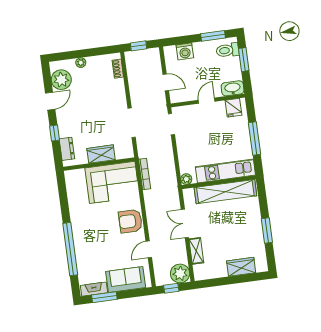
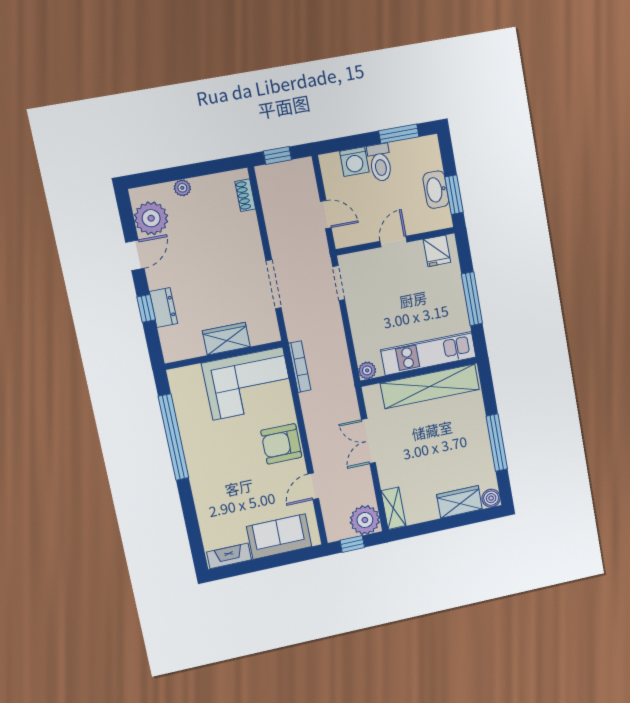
toilet: (227, 50) -> (380, 162), moved, turned -90
window: (244, 60) -> (454, 195), moved
washbasin: (233, 88) -> (436, 190), moved, turned -90
dresser: (67, 149) -> (163, 308), moved
window: (267, 230) -> (497, 443), width x1.44
window: (70, 249) -> (174, 437), moved
shelving: (196, 251) -> (393, 508), moved
boiler: (262, 266) -> (491, 498), added
window: (104, 297) -> (247, 567), removed

